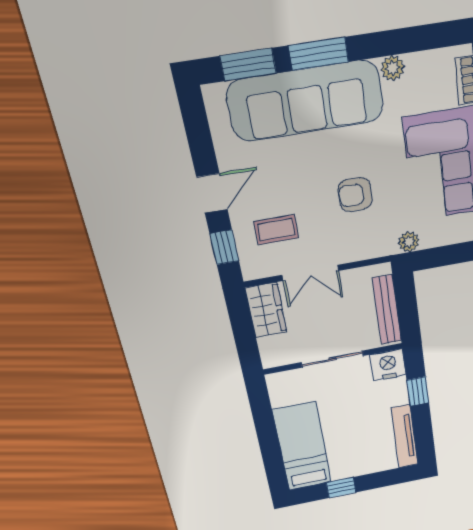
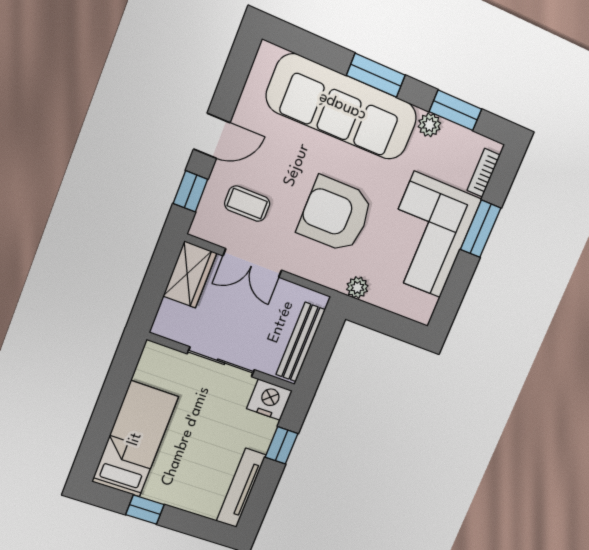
window: (248, 65) -> (455, 110), moved
armchair: (355, 195) -> (335, 215), width x1.88, depth x1.88

